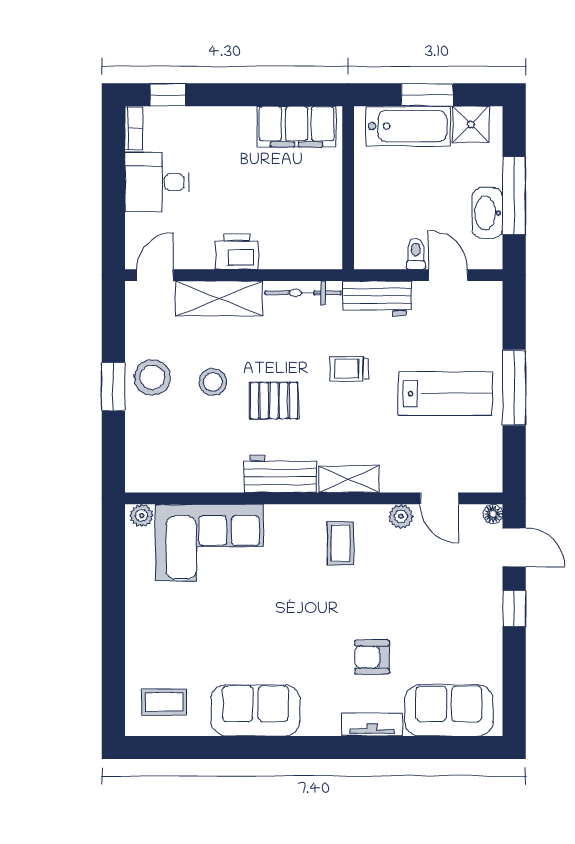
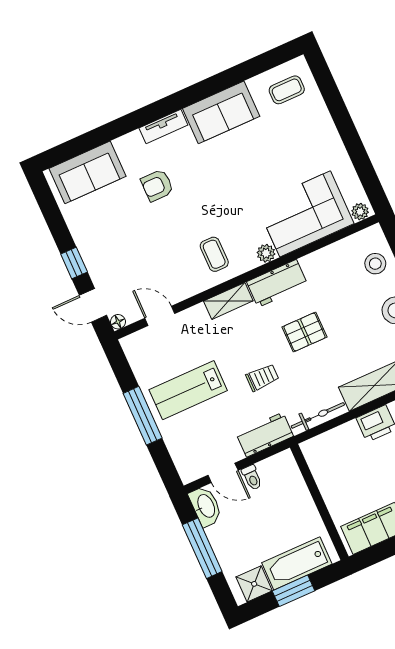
washbasin: (487, 213) -> (206, 506), moved
stool: (213, 382) -> (375, 264), moved
plant: (401, 516) -> (266, 253), moved
armchair: (372, 657) -> (157, 185), turned 180
tv unit: (372, 724) -> (163, 127), moved

